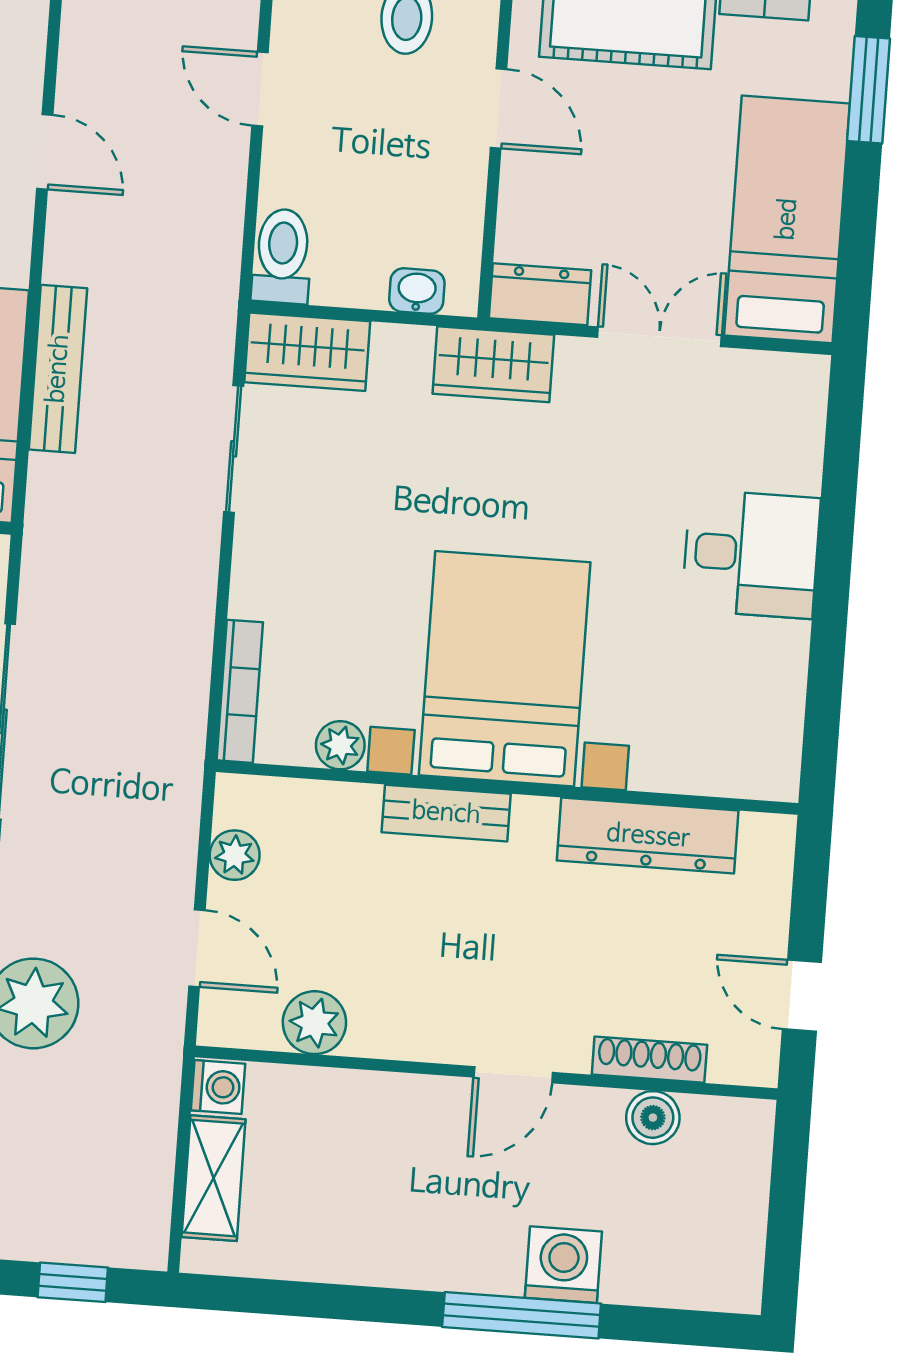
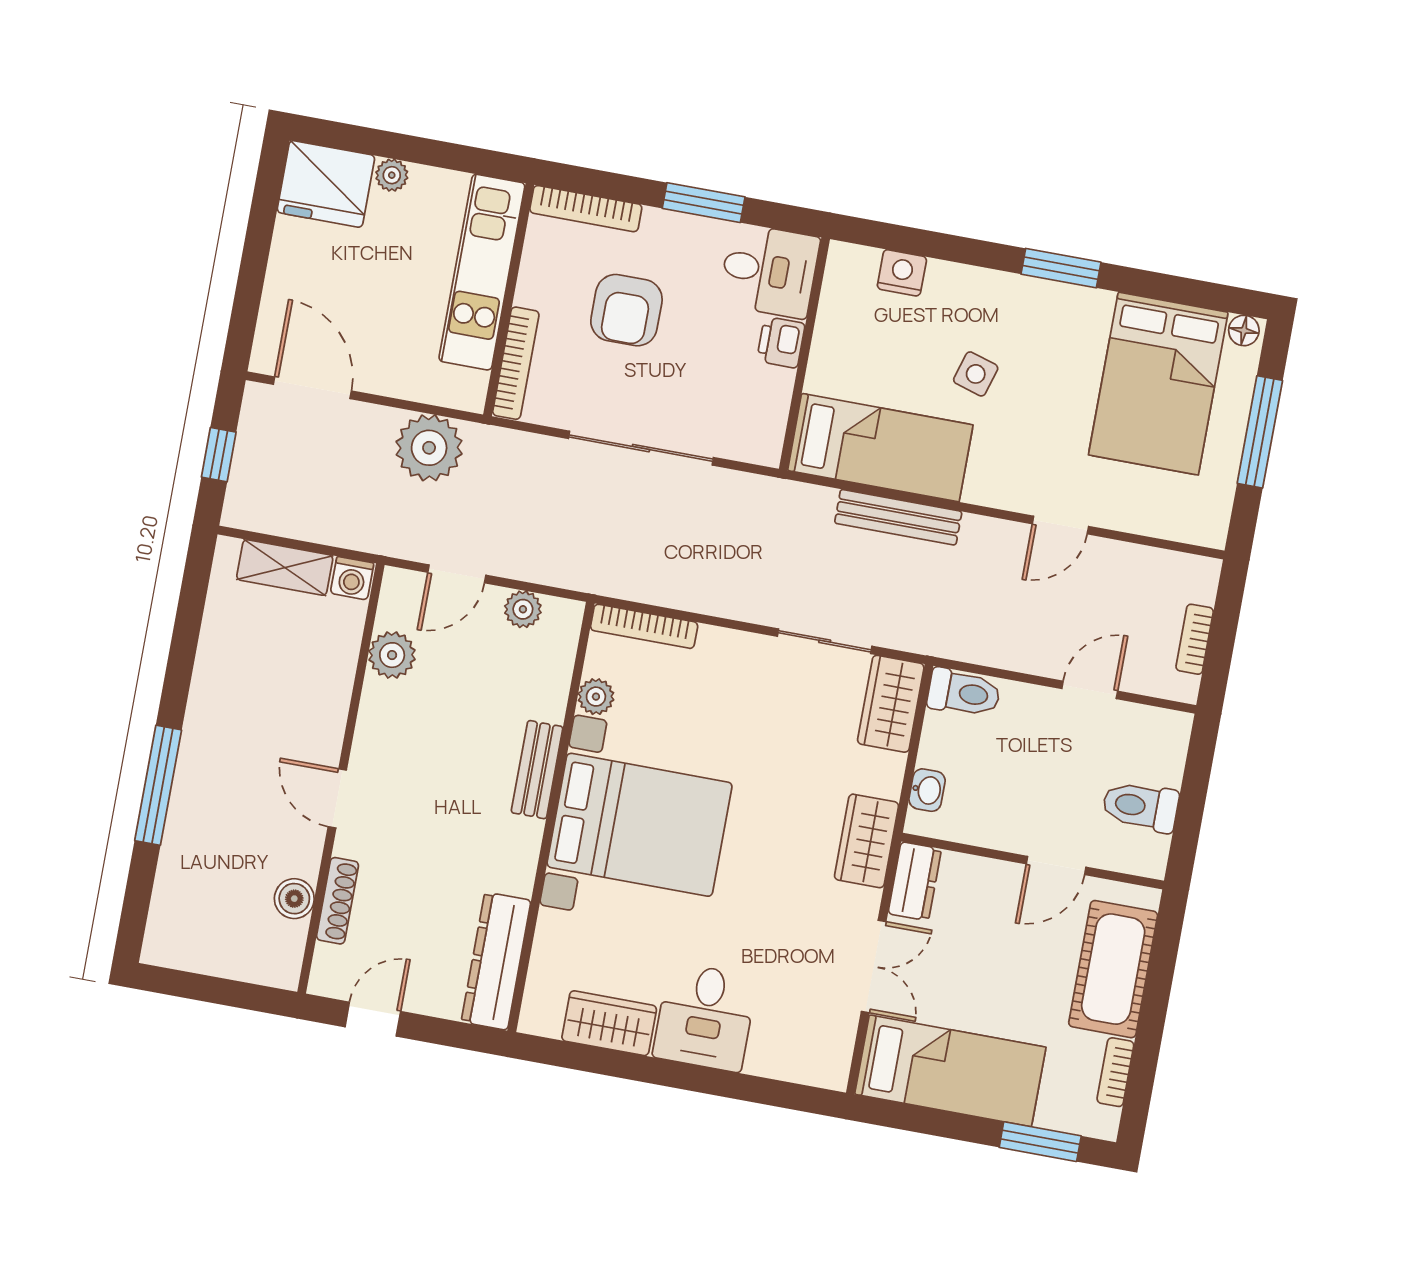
wardrobe: (773, 680) -> (609, 1023), added
dresser: (648, 836) -> (496, 961), moved
washing machine: (563, 1265) -> (192, 820), removed

